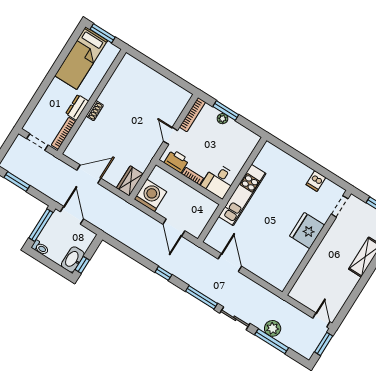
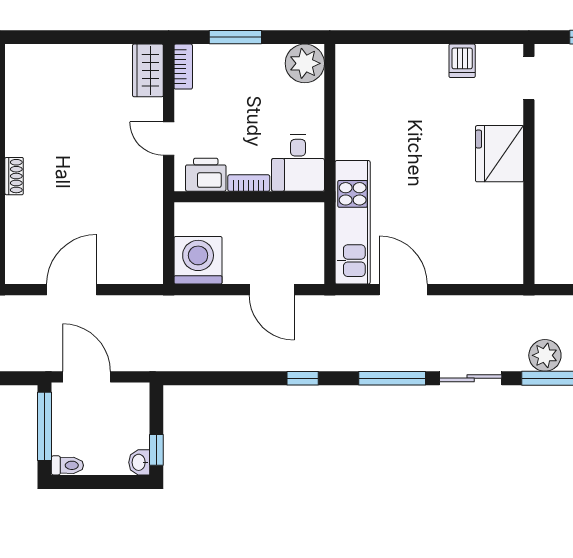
bookcase: (192, 115) -> (183, 67), width x0.64
plant: (223, 119) -> (305, 63), moved, width x1.87, depth x1.87
wardrobe: (130, 181) -> (148, 70), moved
kitchen unit: (242, 195) -> (353, 222), moved
washbasin: (73, 259) -> (139, 462), width x0.52, depth x0.69

